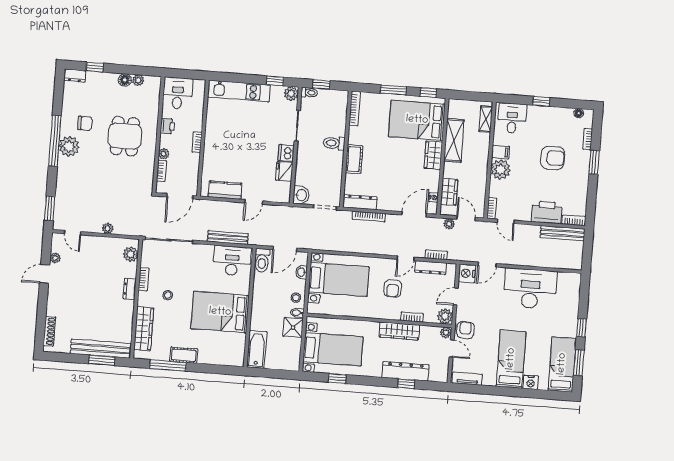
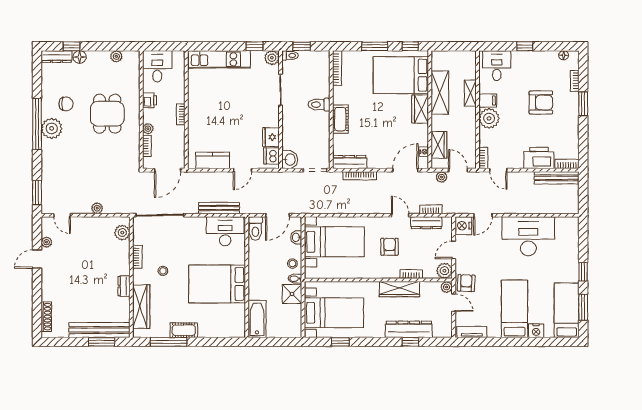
dresser: (75, 76) -> (57, 57), width x1.44
floor lamp: (125, 80) -> (80, 57), moved
shelving: (486, 119) -> (470, 93), moved
dishwasher: (286, 153) -> (271, 156), moved
door: (406, 258) -> (400, 215), swing flipped
armchair: (393, 288) -> (390, 247), turned 180
dresser: (130, 289) -> (124, 286), moved

